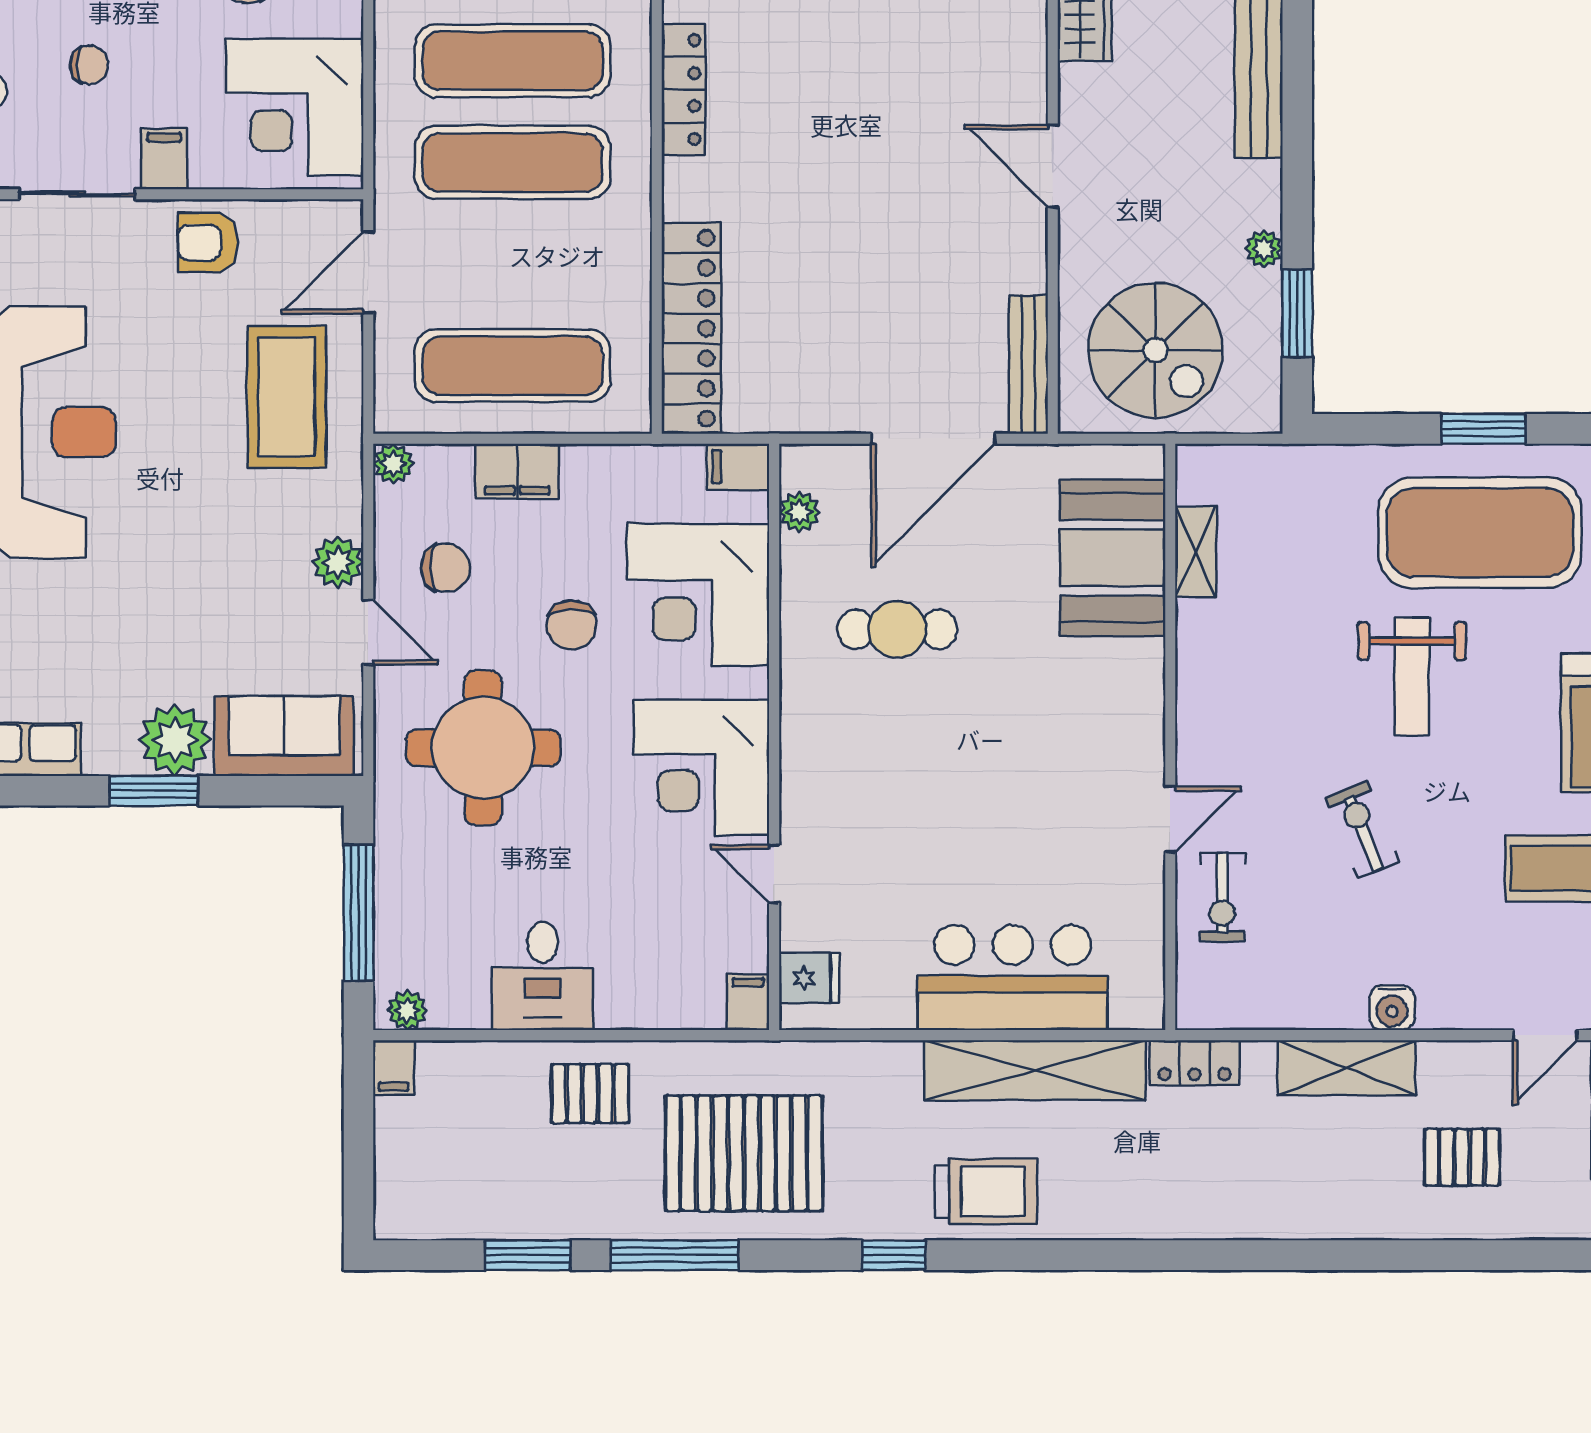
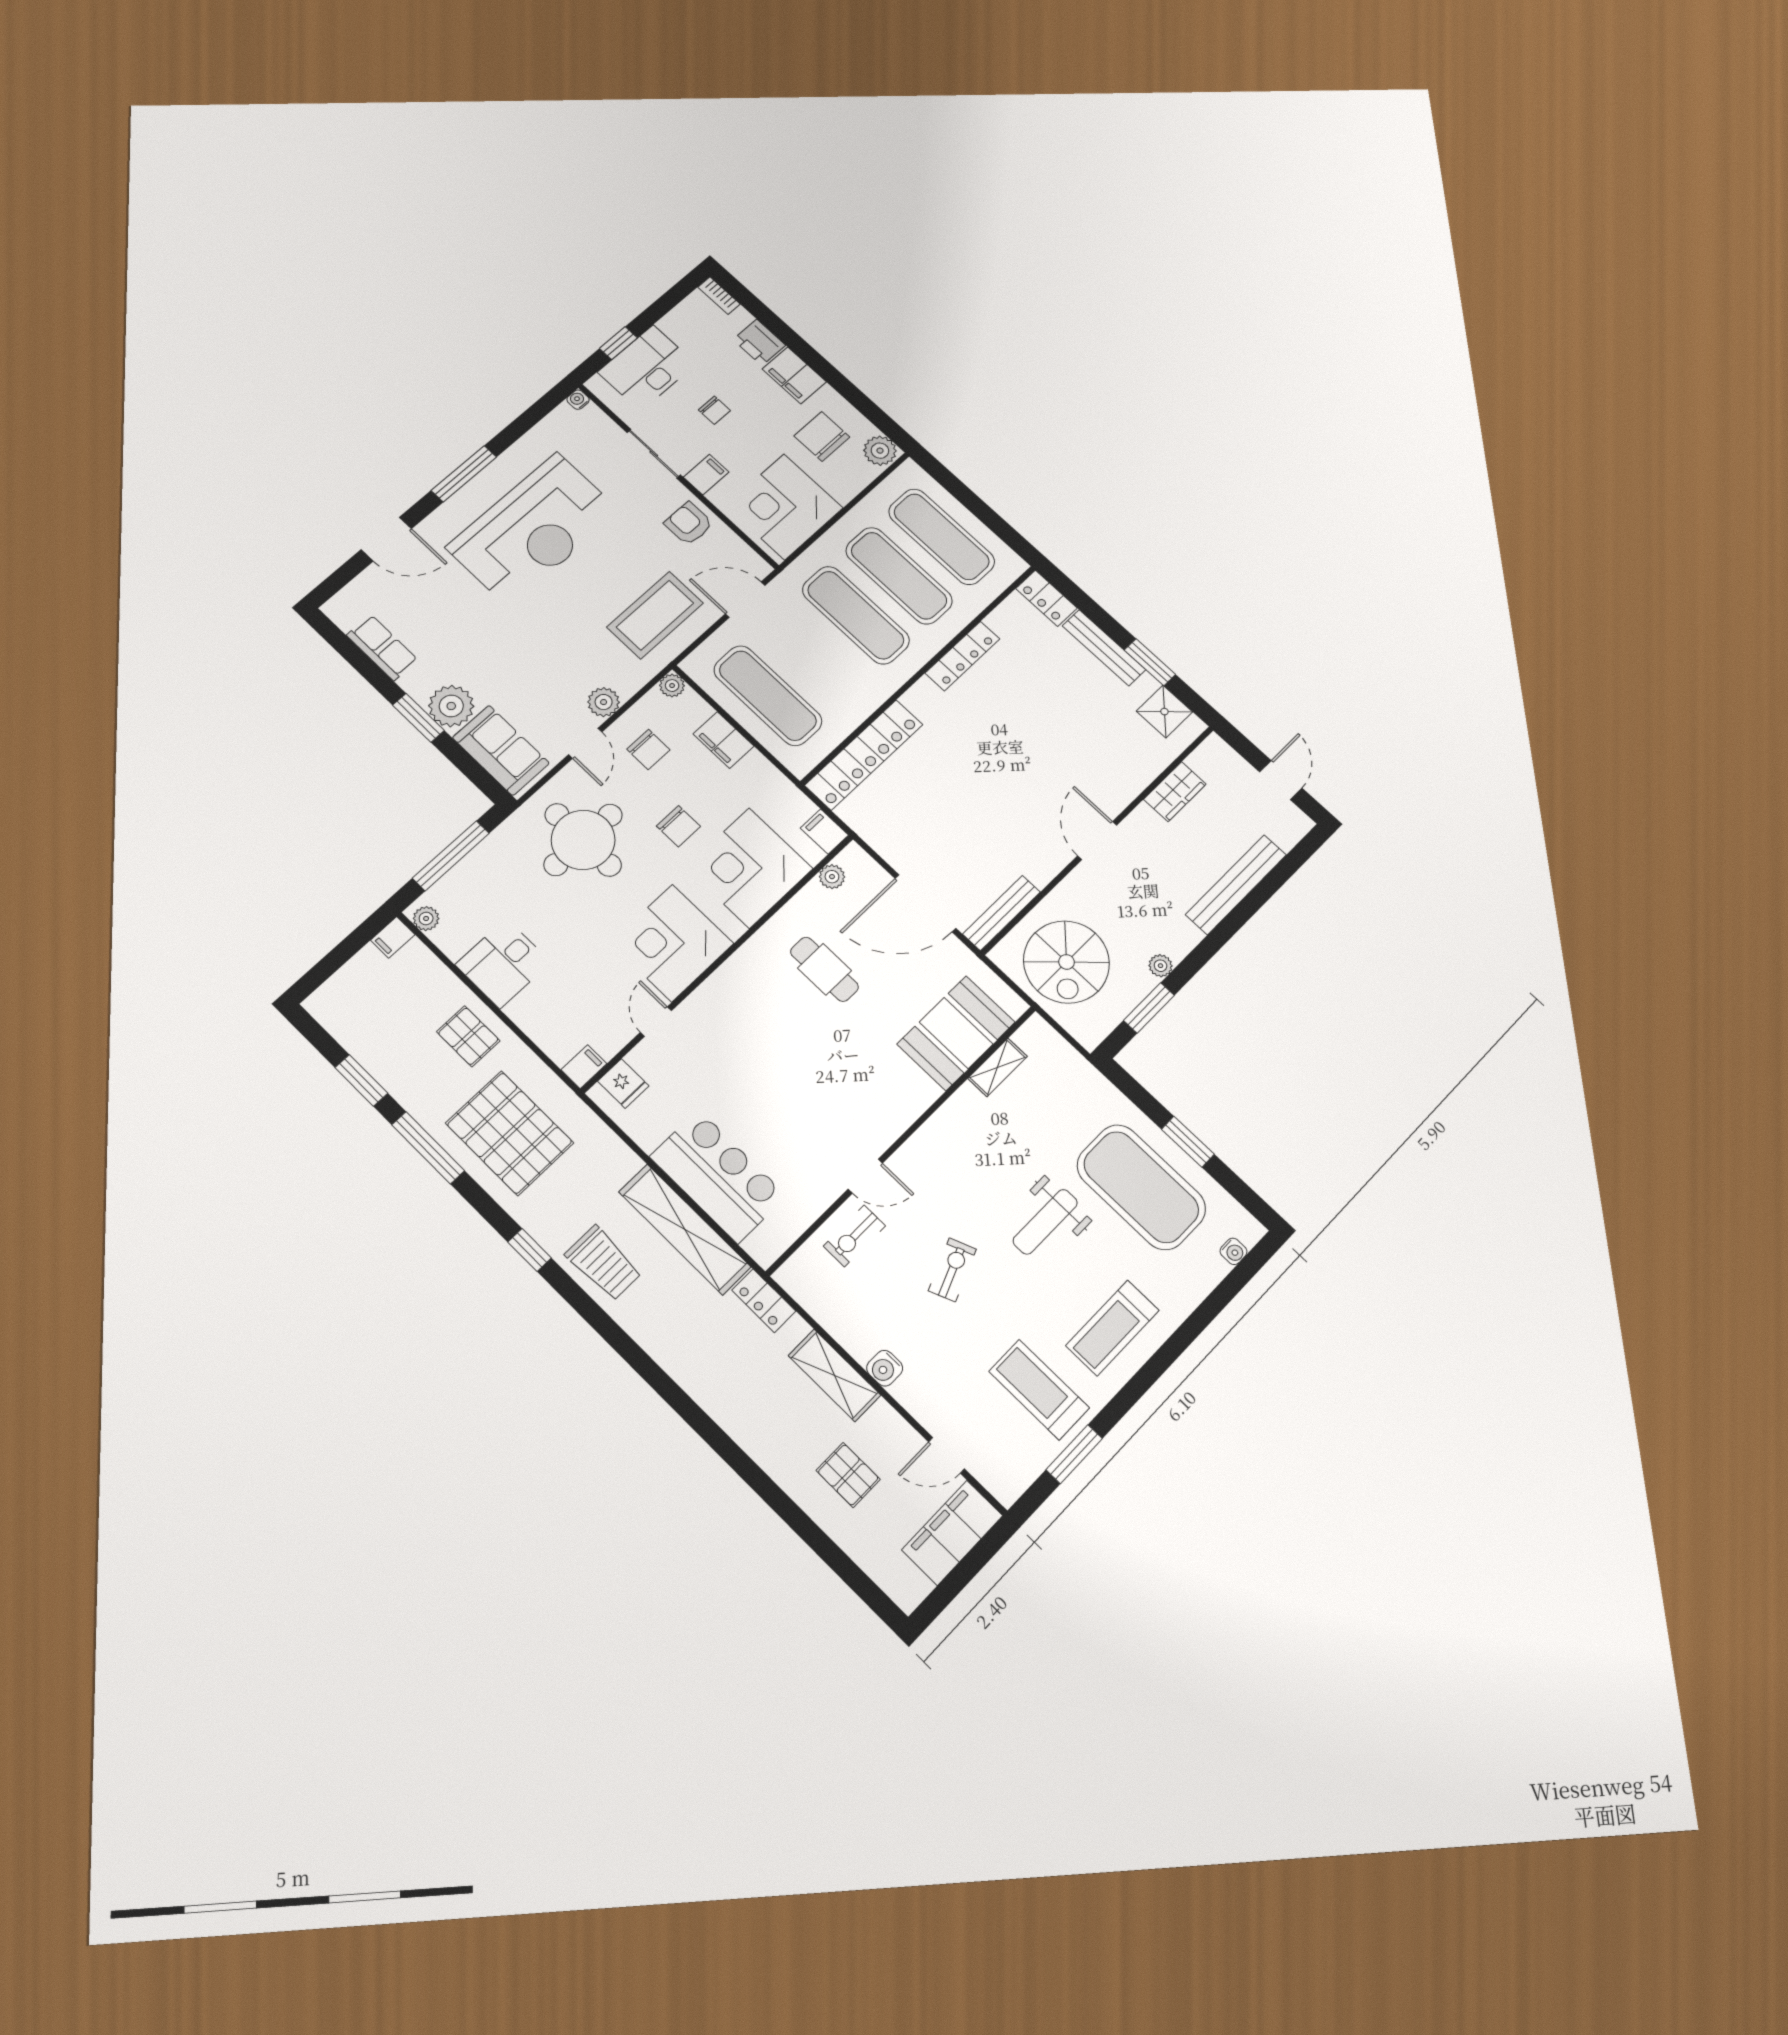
chair: (571, 625) -> (678, 826), turned -90

